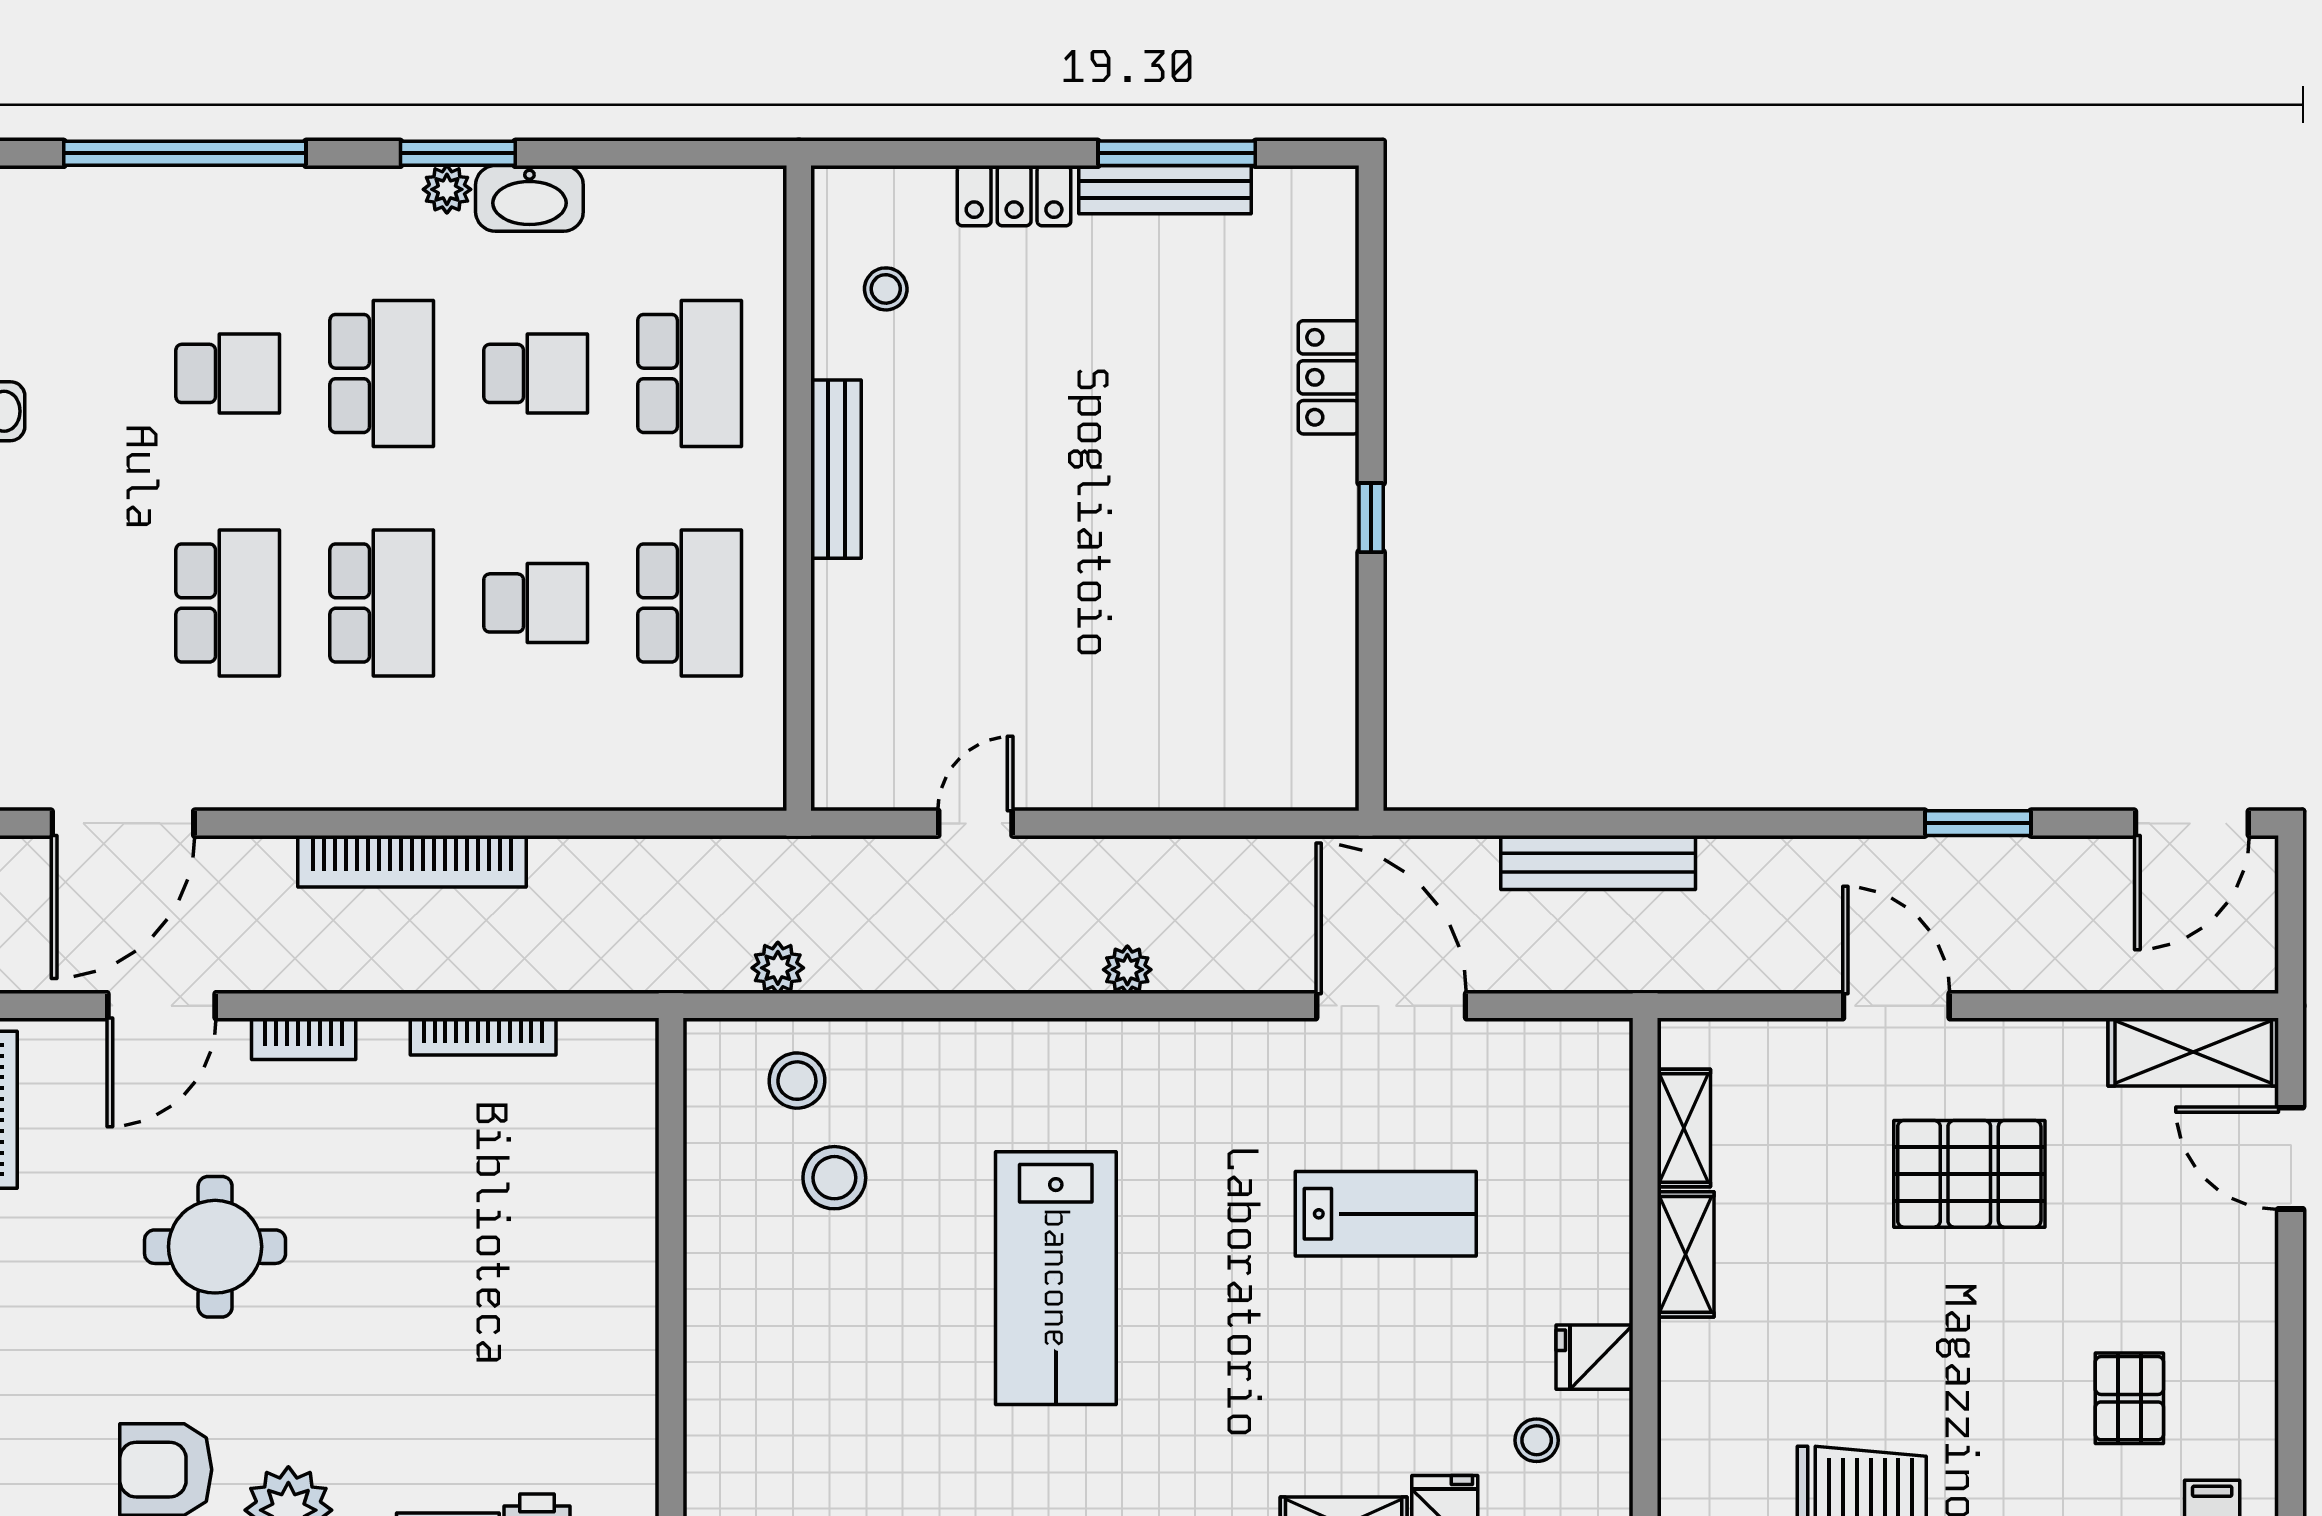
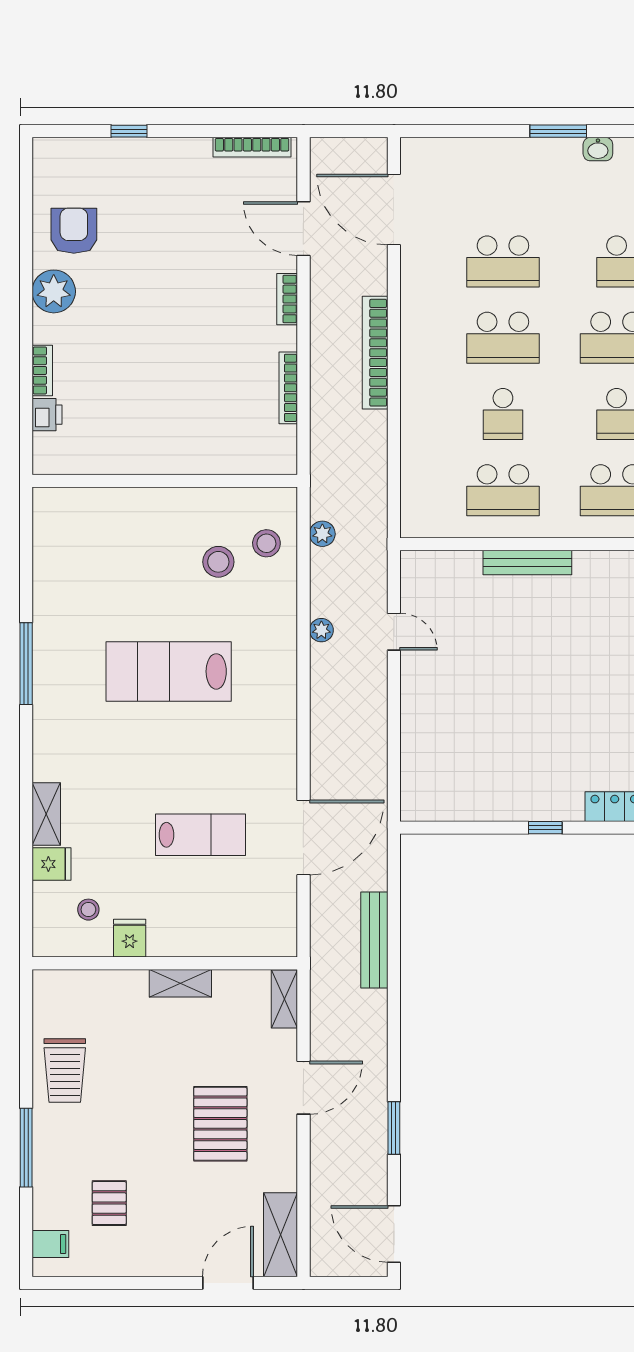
bench: (836, 469) -> (527, 563), moved
plant: (1127, 970) -> (321, 630), moved
shelving: (1684, 1128) -> (284, 999), moved, turned 90
lab bench: (1386, 1214) -> (200, 835), turned -90
round table: (215, 1247) -> (184, 255), removed
pallet: (2129, 1398) -> (109, 1203), turned 90

